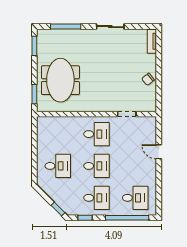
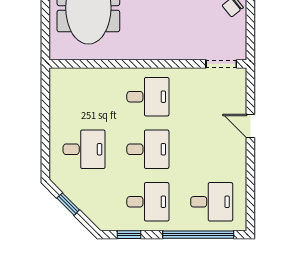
window: (34, 94) -> (45, 31), removed
doorway: (127, 114) -> (221, 64), moved
window: (58, 209) -> (68, 204), moved

